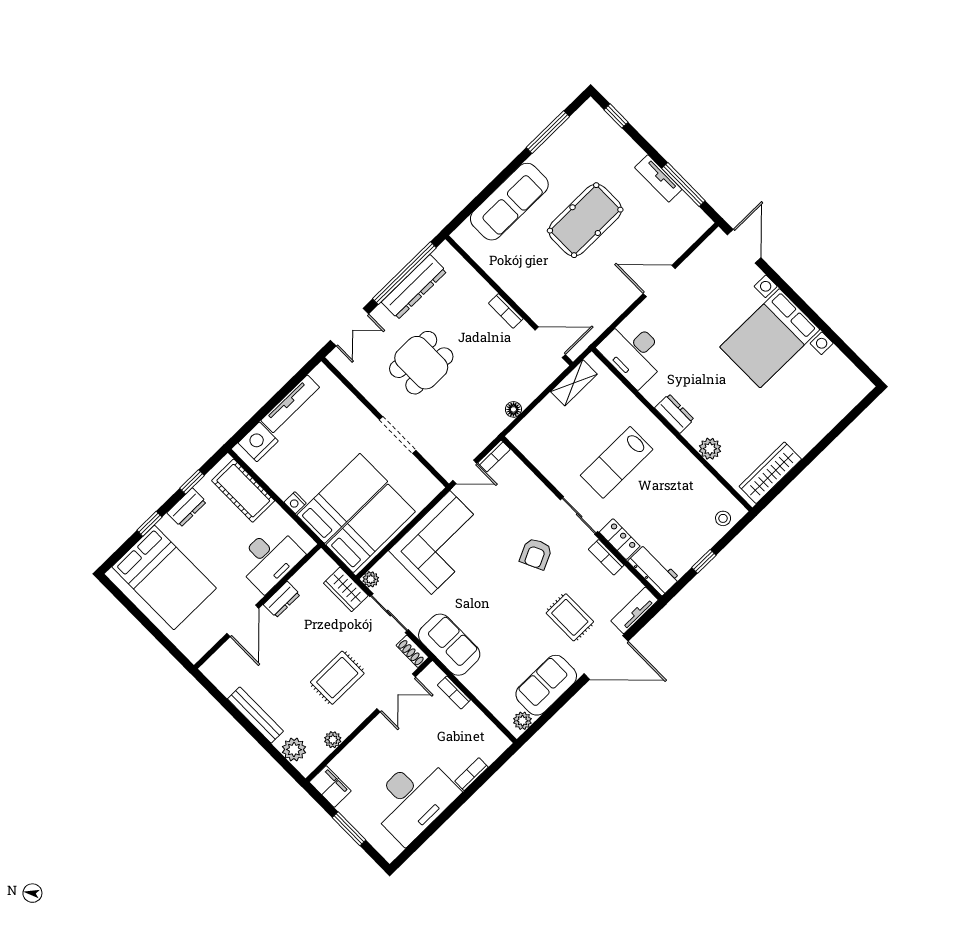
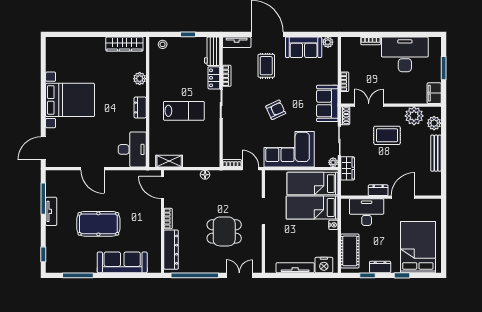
dresser: (414, 287) -> (171, 250), moved, turned 90
armchair: (536, 554) -> (276, 110), moved
plant: (333, 740) -> (414, 116), width x1.88, depth x1.88

